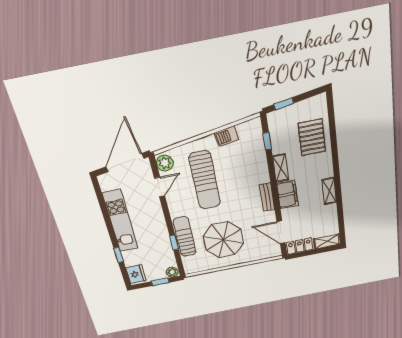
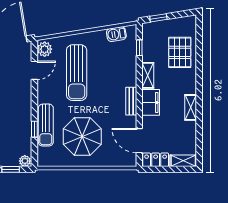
barbecue: (226, 136) -> (116, 34), moved
sun lounger: (185, 237) -> (46, 125), turned 180

